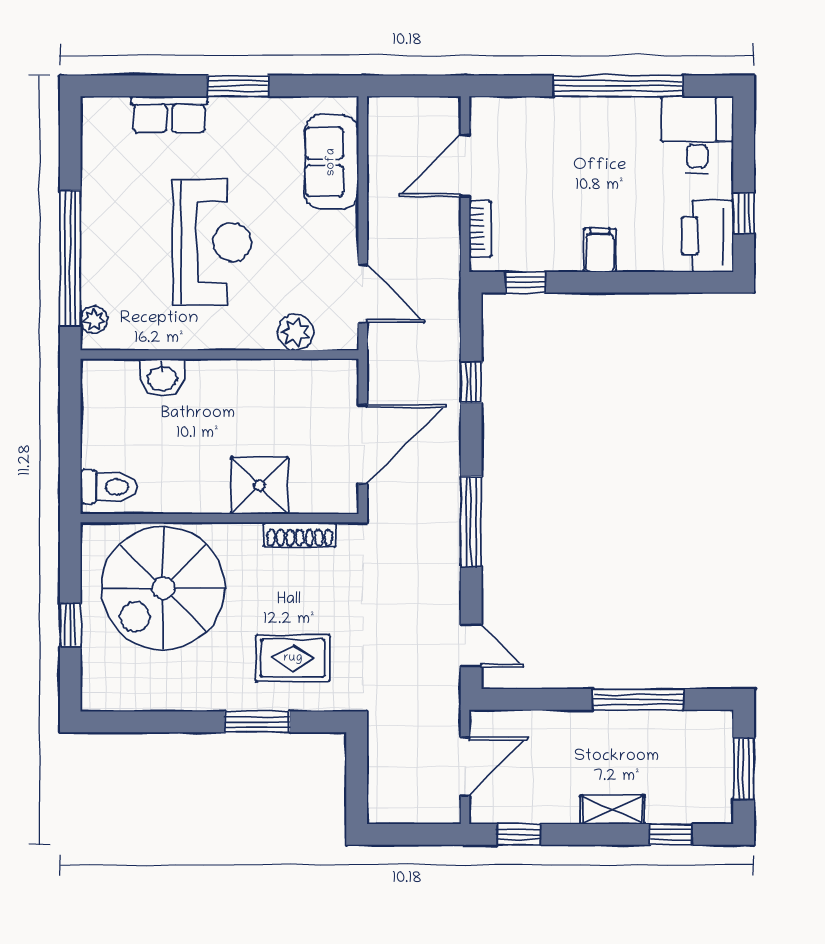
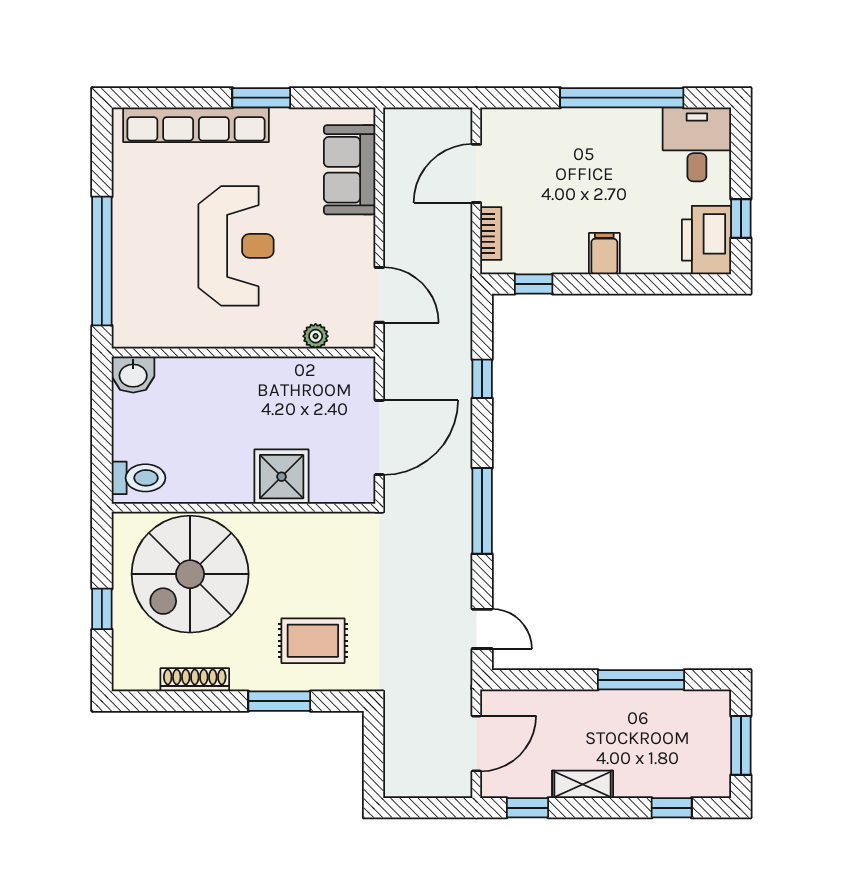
row of seats: (169, 114) -> (196, 125), width x2.02
plant: (94, 320) -> (124, 319), removed
plant: (295, 332) -> (316, 336), width x0.73, depth x0.73
washbasin: (162, 378) -> (133, 375), moved
shoe rack: (300, 534) -> (195, 680), moved, turned 180
shelving: (612, 810) -> (583, 784), moved

